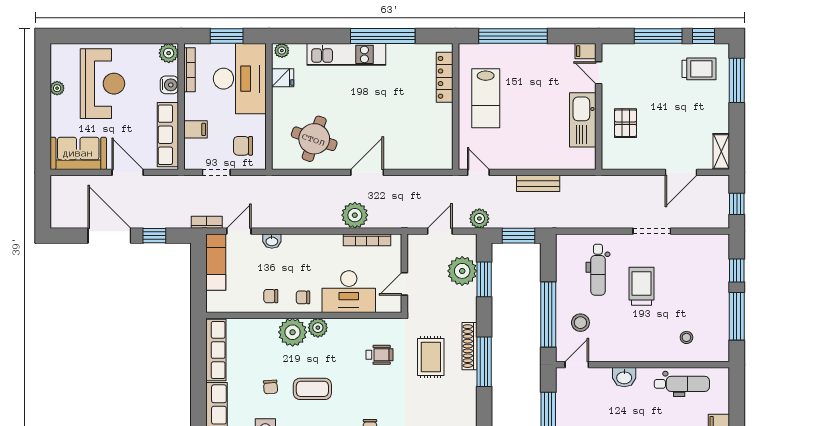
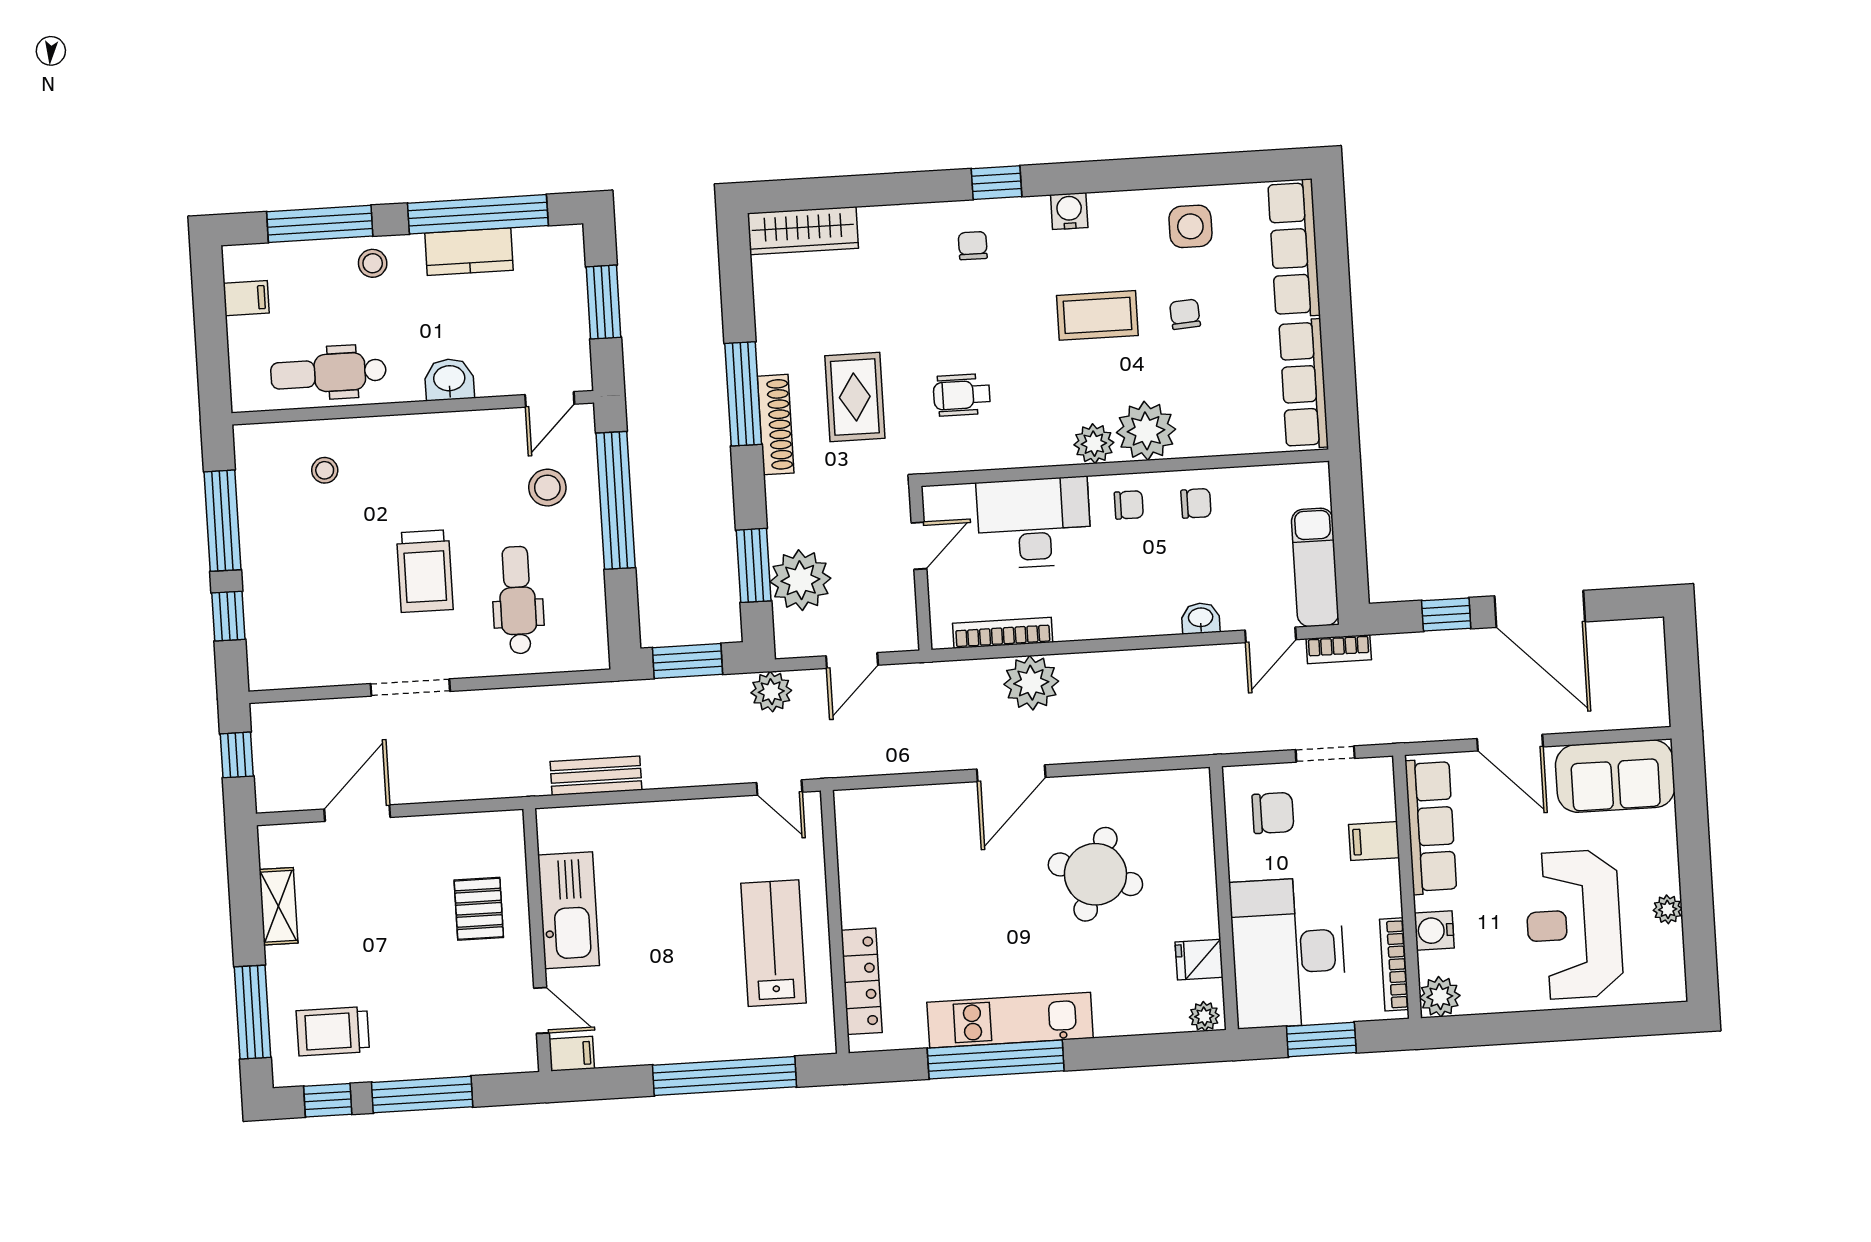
kitchen unit: (346, 54) -> (1010, 1020), moved
round table: (314, 139) -> (1095, 874), moved
shelving: (721, 152) -> (278, 906), moved
bench: (538, 183) -> (596, 776), moved

